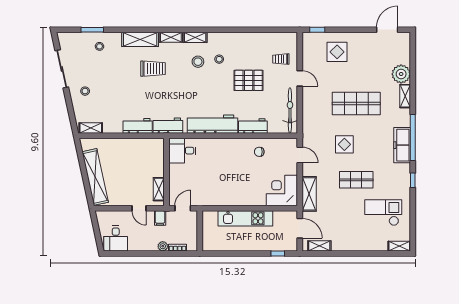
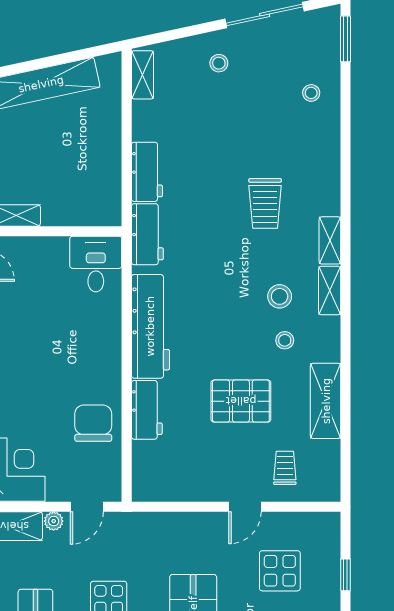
window: (92, 30) -> (346, 39), moved
window: (317, 30) -> (346, 575), moved
shelving: (140, 39) -> (326, 401), moved
display table: (337, 52) -> (280, 571), moved
pallet: (249, 80) -> (241, 401), turned 90
bicycle: (290, 110) -> (179, 487), removed
chair: (259, 152) -> (93, 423), width x1.87, depth x1.87
plant: (307, 171) -> (54, 521), added

